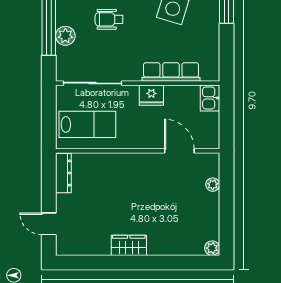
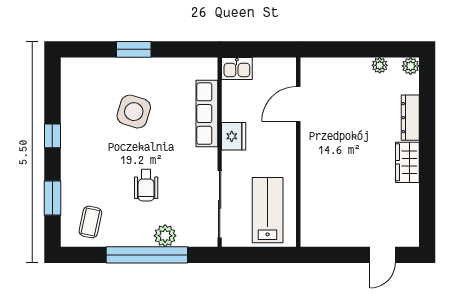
dresser: (63, 173) -> (410, 118), moved, turned -90
plant: (213, 185) -> (380, 65), moved

